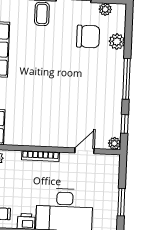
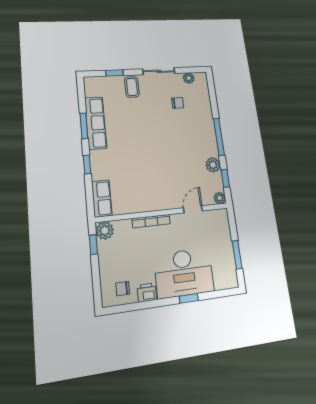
chair: (88, 36) -> (178, 103), width x0.54, depth x0.54
plant: (117, 42) -> (213, 165), moved

